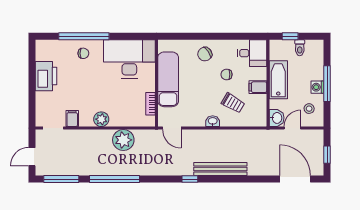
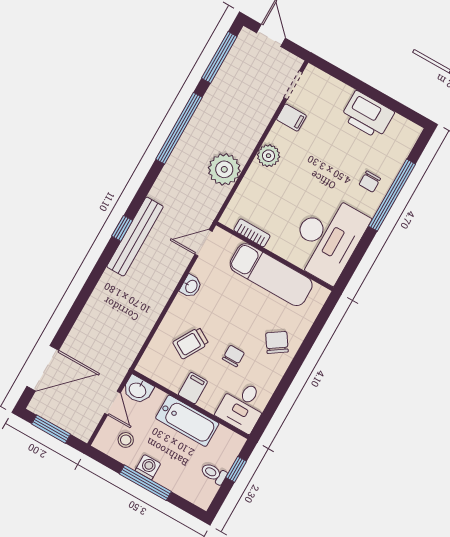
washbasin: (213, 121) -> (191, 286), moved
window: (327, 155) -> (51, 429), width x1.50
bench: (220, 169) -> (135, 237), moved

